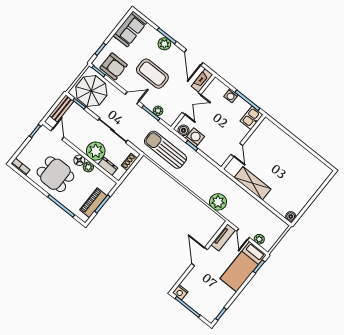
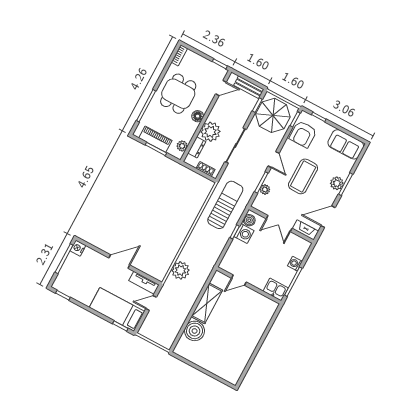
plant: (88, 167) -> (182, 146), moved
boiler: (291, 216) -> (195, 331), moved, width x1.86, depth x1.86
plant: (259, 239) -> (149, 321), removed

